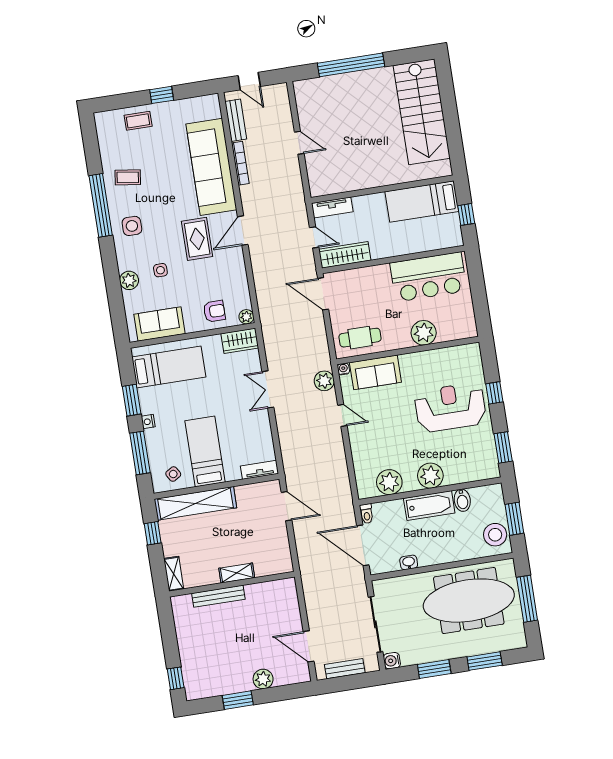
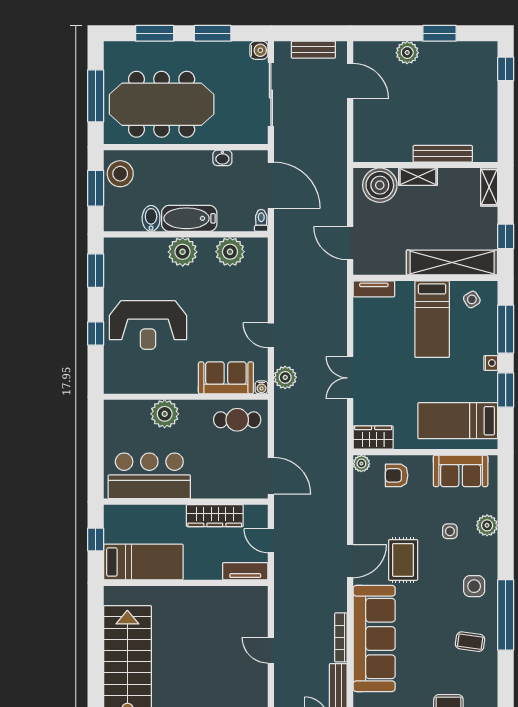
wardrobe: (345, 255) -> (215, 516), moved
double door: (268, 389) -> (350, 378), swing flipped
boiler: (269, 560) -> (380, 185), added

